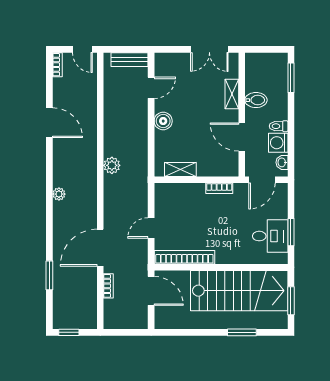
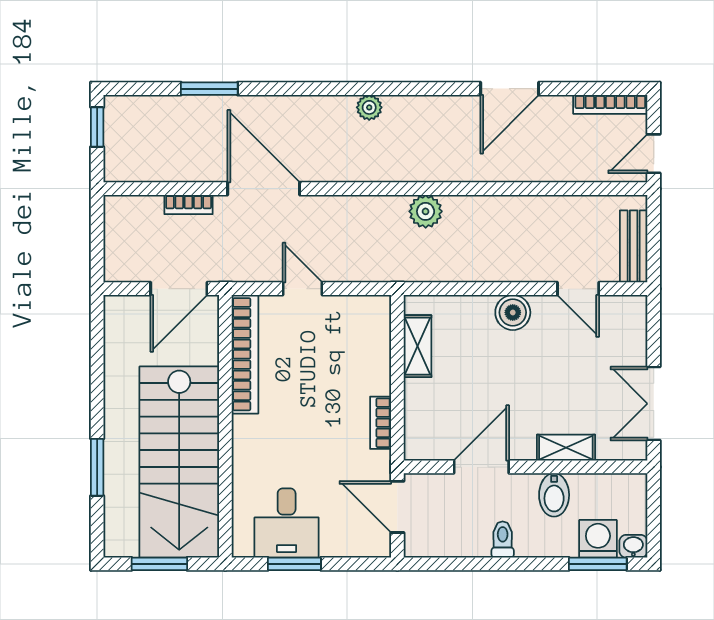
bookcase: (57, 65) -> (610, 104), width x1.56
washing machine: (278, 143) -> (598, 539), moved
washbasin: (282, 162) -> (633, 546), moved

